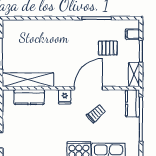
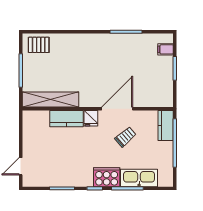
pallet: (108, 48) -> (39, 45), moved
shelving: (134, 75) -> (167, 94), removed
kitchen counter: (29, 97) -> (67, 119), moved

